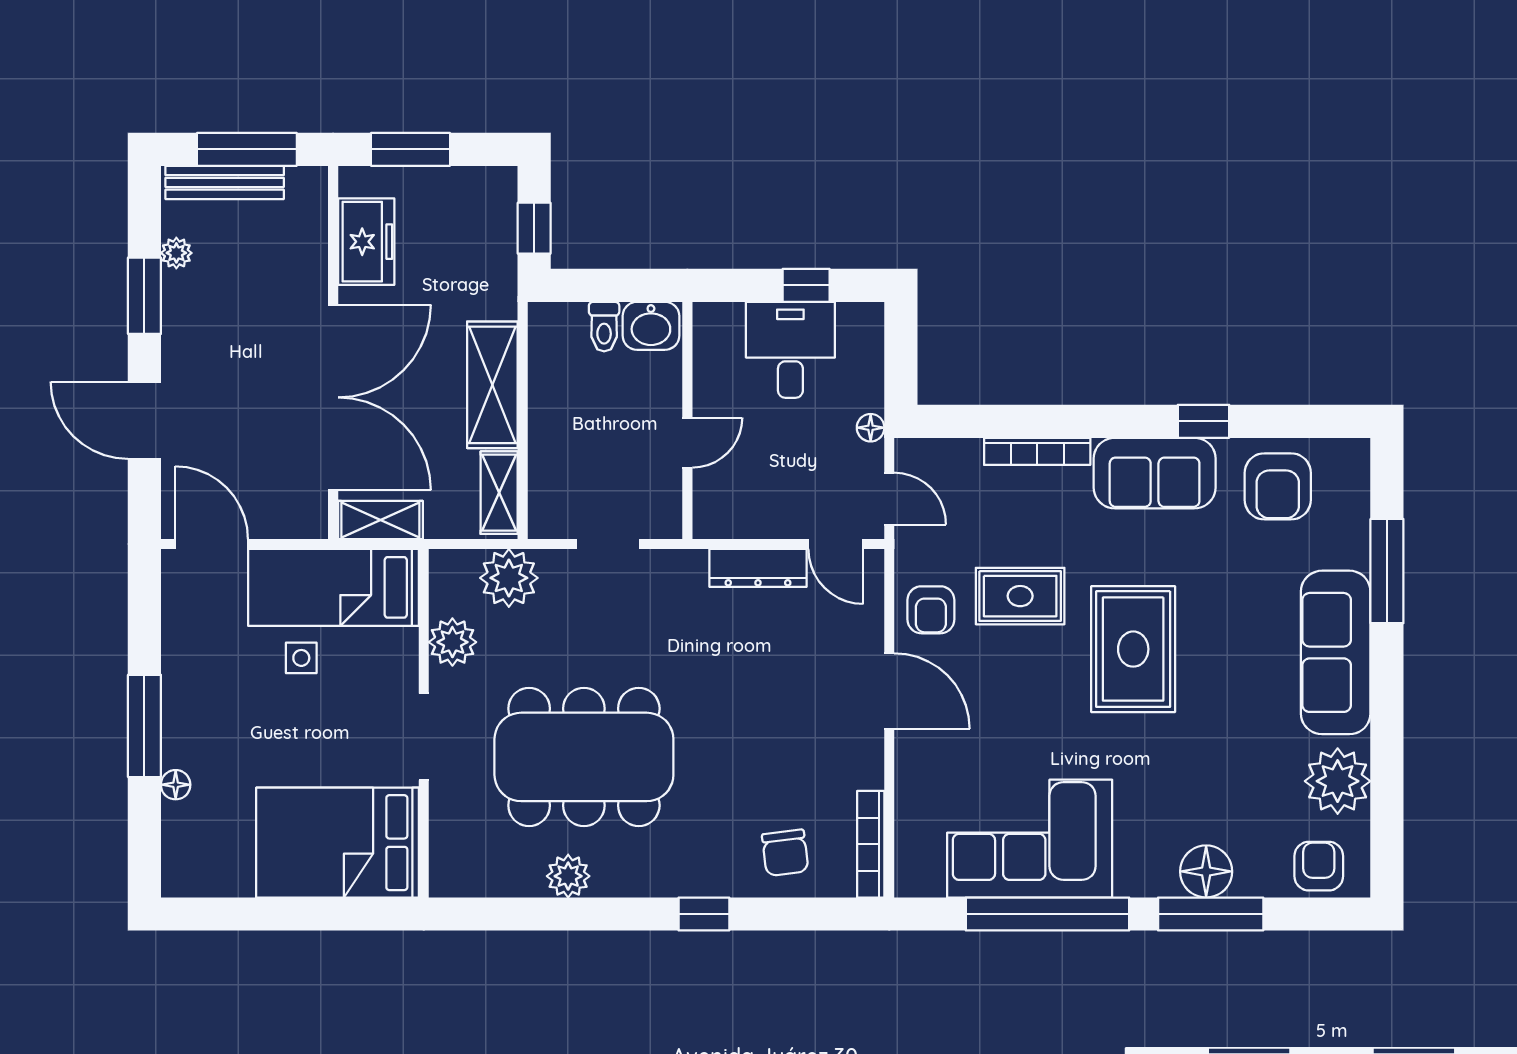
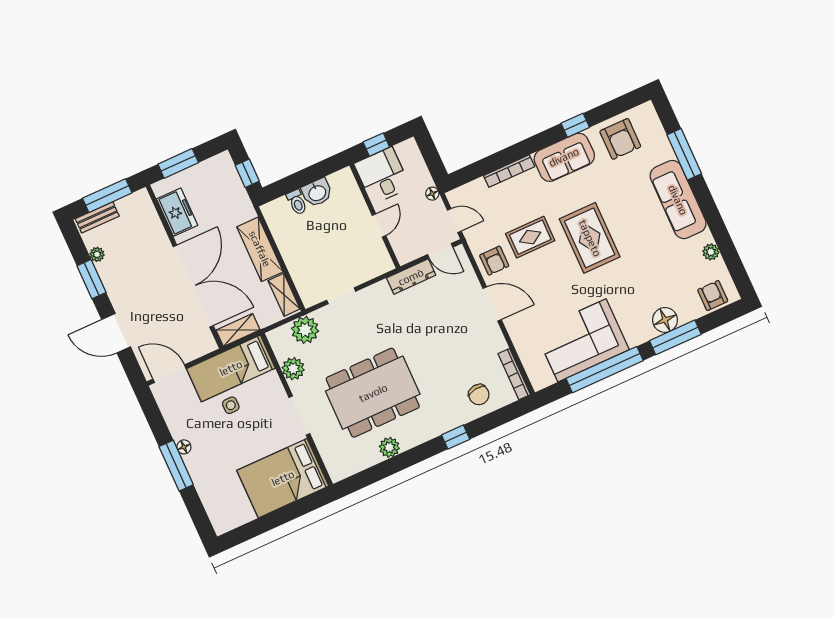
bench: (225, 182) -> (97, 217), width x0.73
wall: (687, 420) -> (375, 216), moved
door: (687, 443) -> (379, 225), moved
plant: (1338, 781) -> (711, 252), width x0.53, depth x0.53
floor lamp: (176, 785) -> (184, 447), moved

